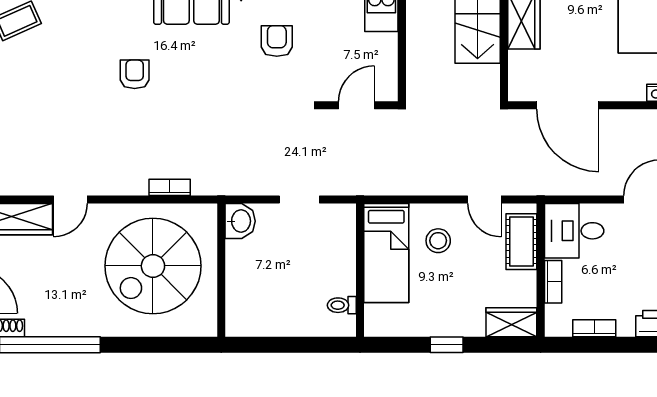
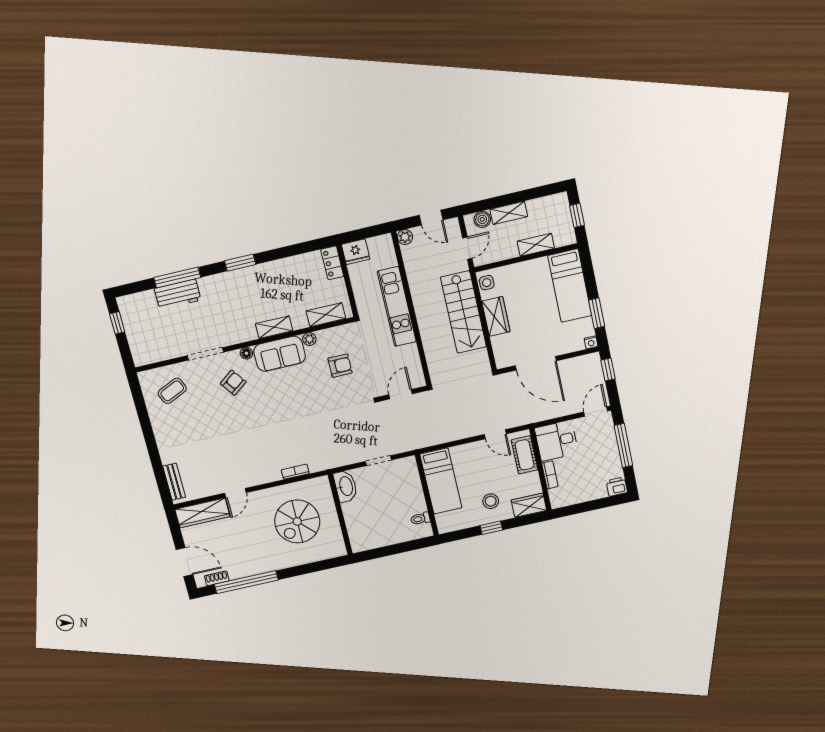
armchair: (277, 41) -> (340, 366), turned 90
armchair: (135, 74) -> (233, 383), moved, turned 54
washbasin: (240, 221) -> (346, 486), width x1.38
stool: (438, 241) -> (491, 501), moved
spiral stairs: (153, 266) -> (297, 521), width x0.73, depth x0.73
bookcase: (594, 328) -> (582, 497), removed

